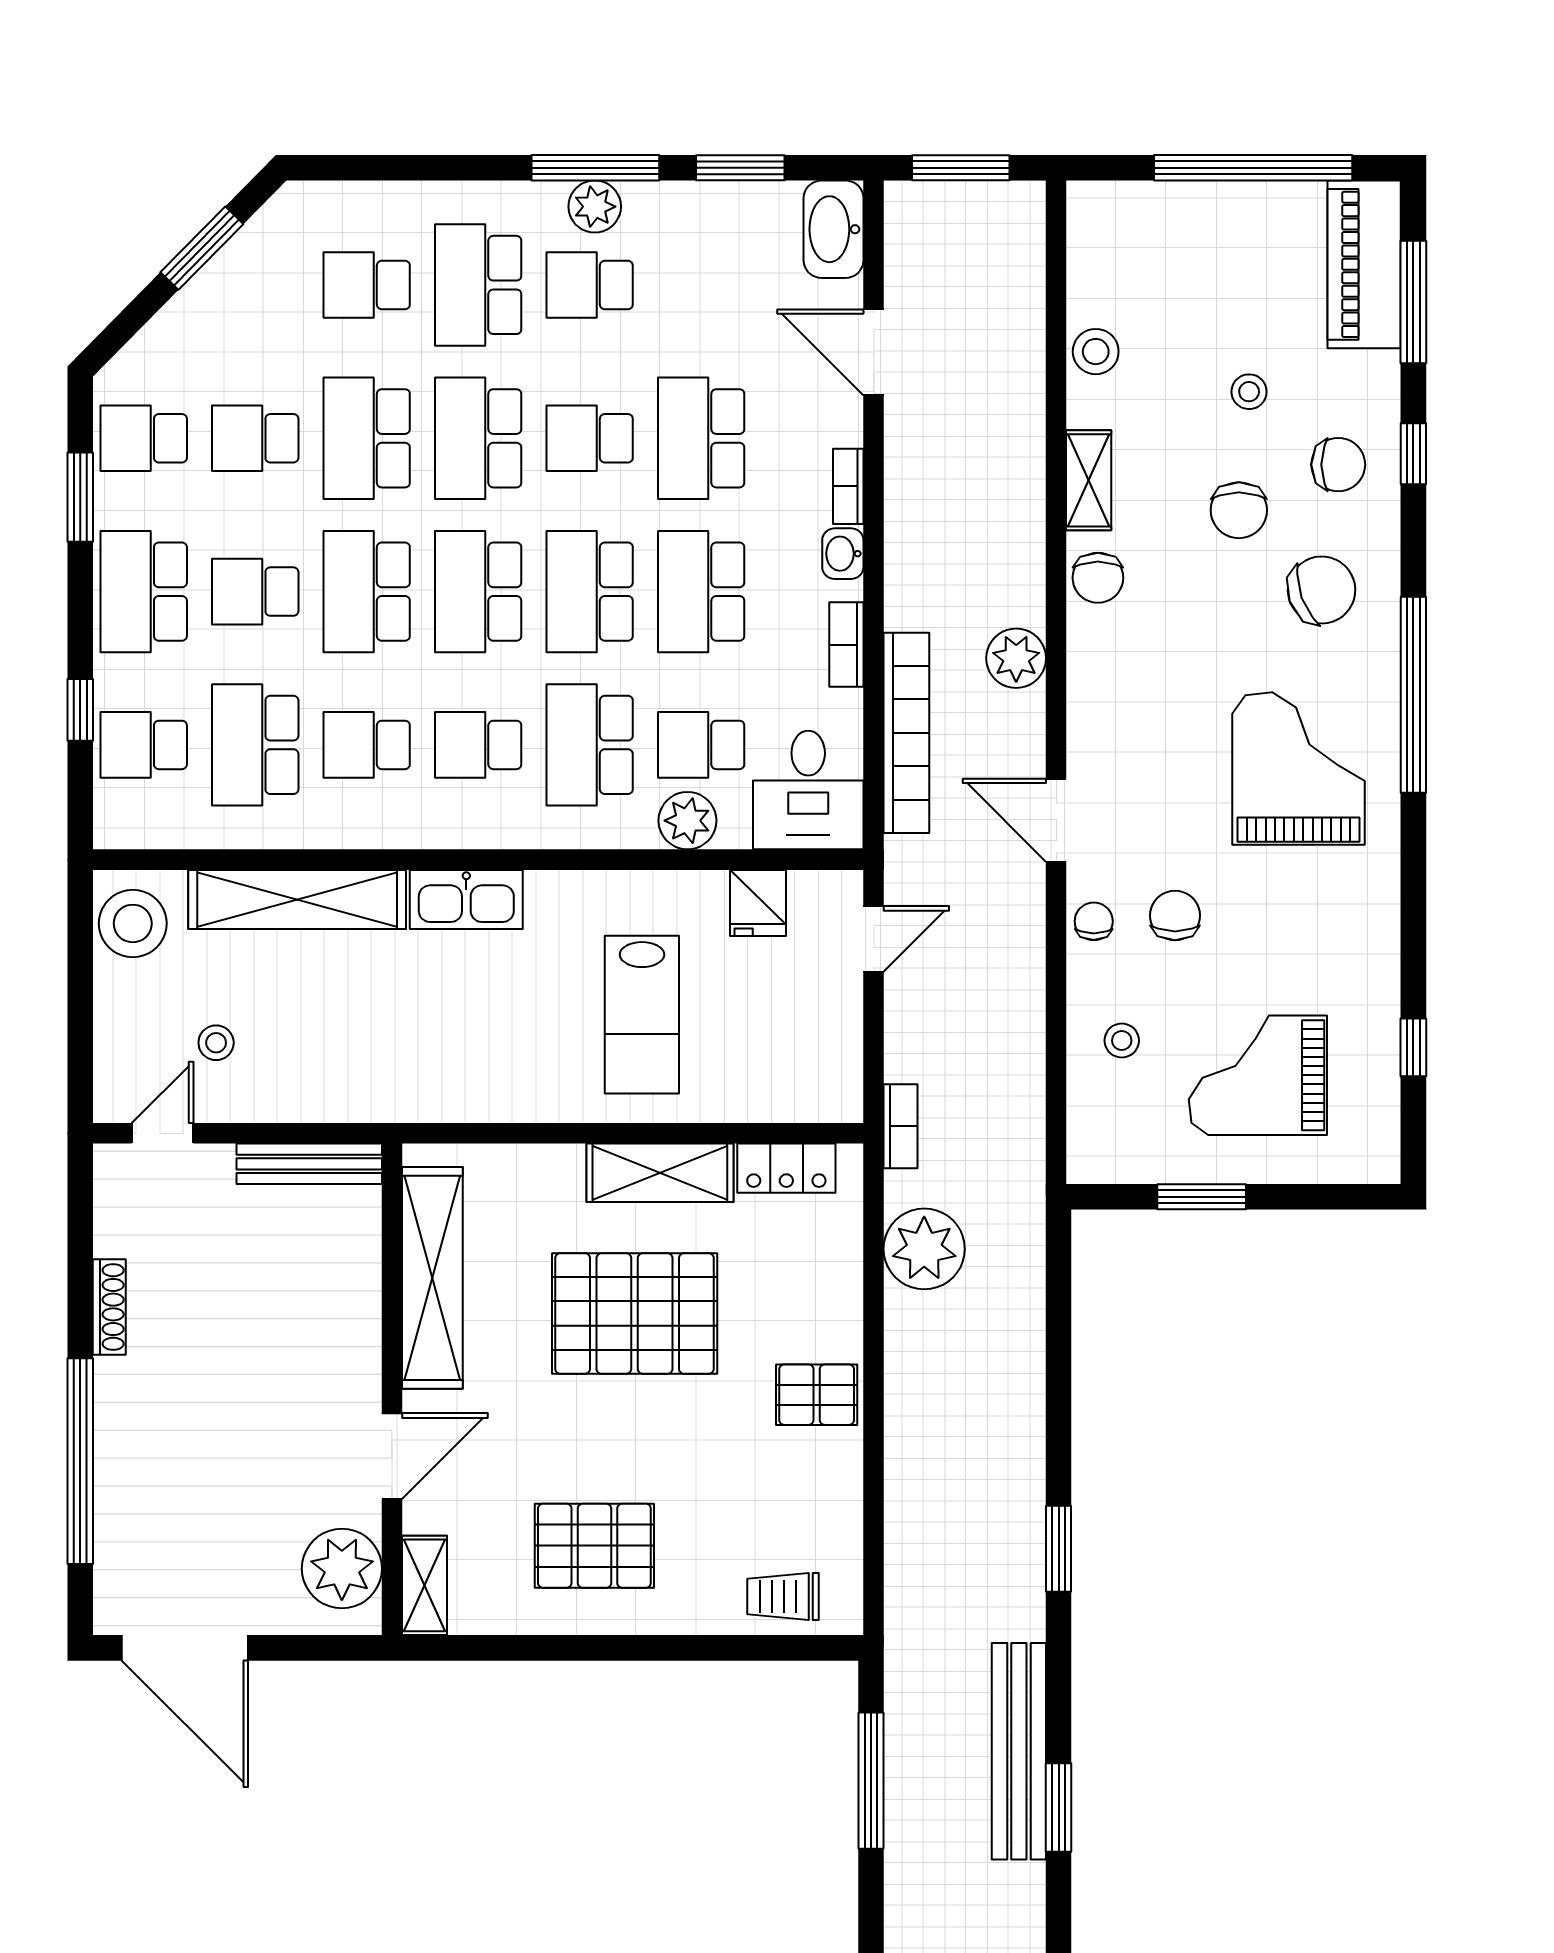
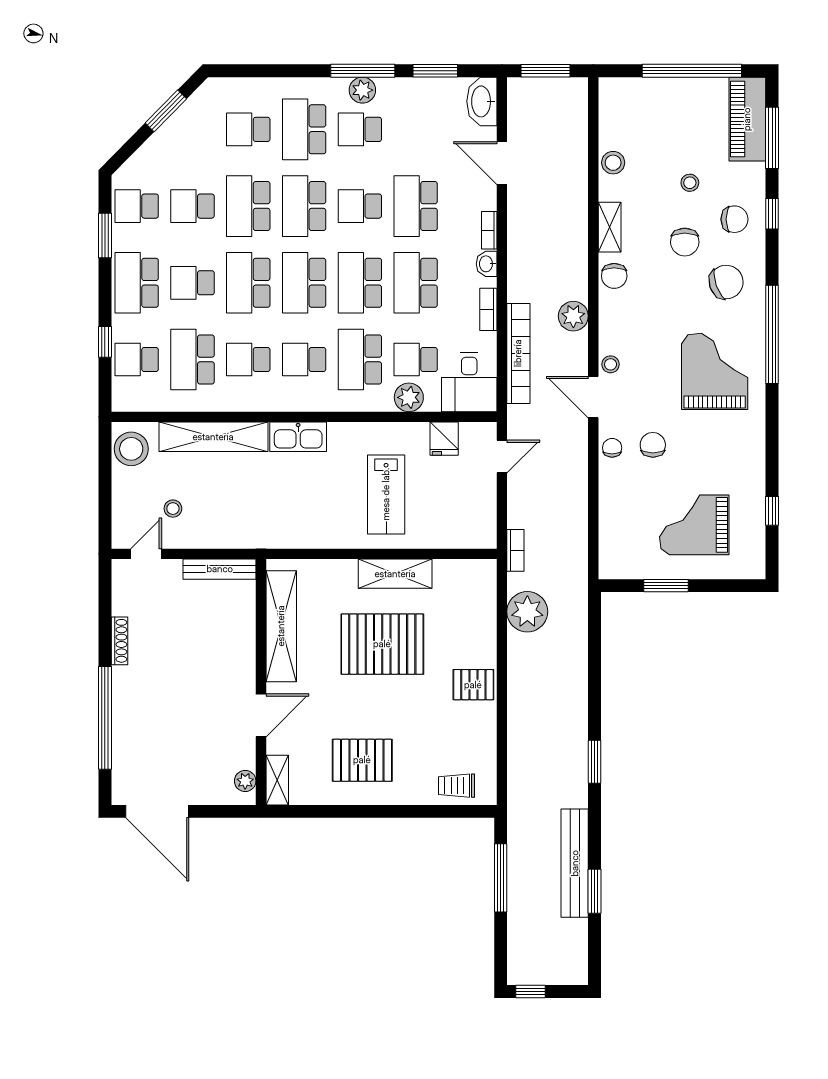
stool: (1122, 1041) -> (611, 364), moved
locker: (786, 1168) -> (458, 571), removed
plant: (342, 1569) -> (245, 781), width x0.53, depth x0.53

